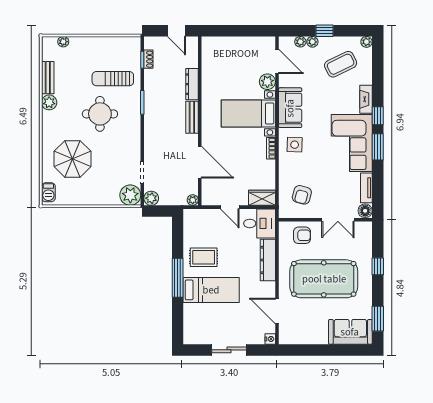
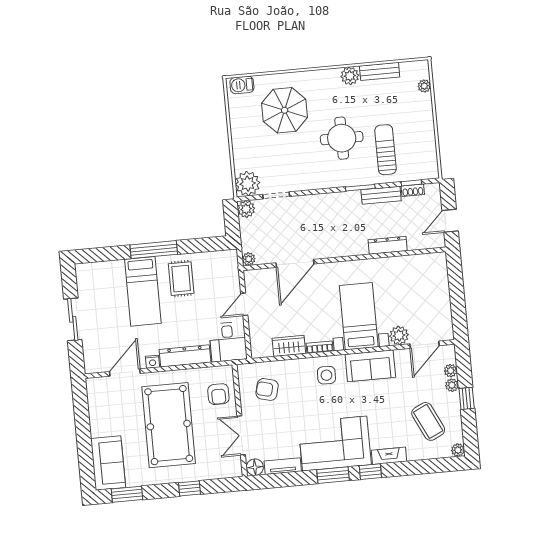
bench: (192, 117) -> (381, 195), moved
wardrobe: (262, 198) -> (289, 346), moved, turned -90
nightstand: (270, 339) -> (152, 362), moved

